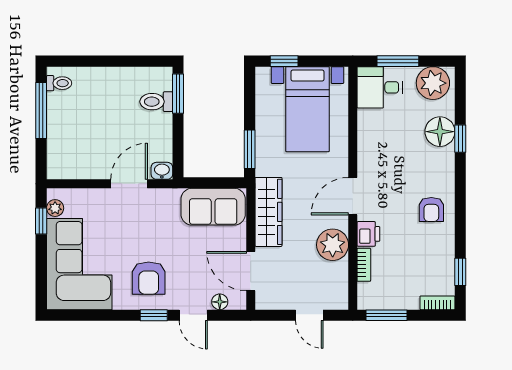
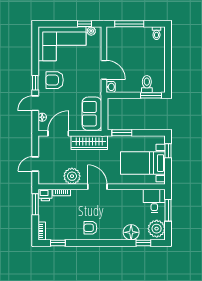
window: (41, 111) -> (129, 24), moved
window: (460, 139) -> (143, 243), moved
printer: (368, 234) -> (45, 195), moved

